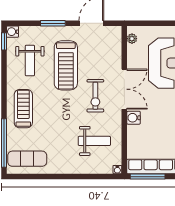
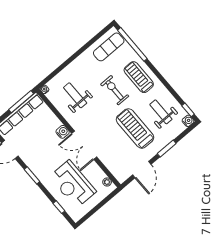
exercise bike: (95, 96) -> (115, 90), moved
treadmill: (23, 109) -> (139, 77), turned 180
weight bench: (94, 141) -> (75, 95), turned 90

